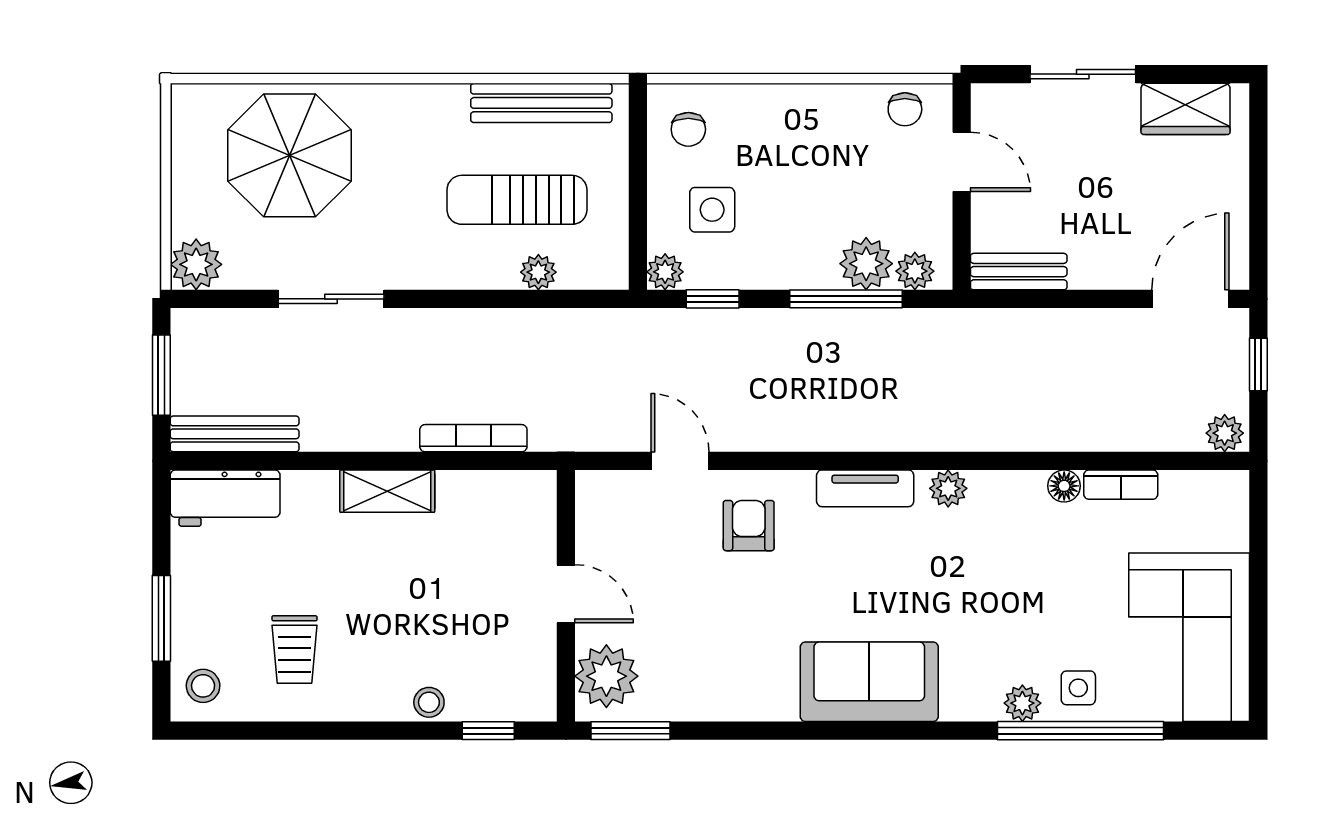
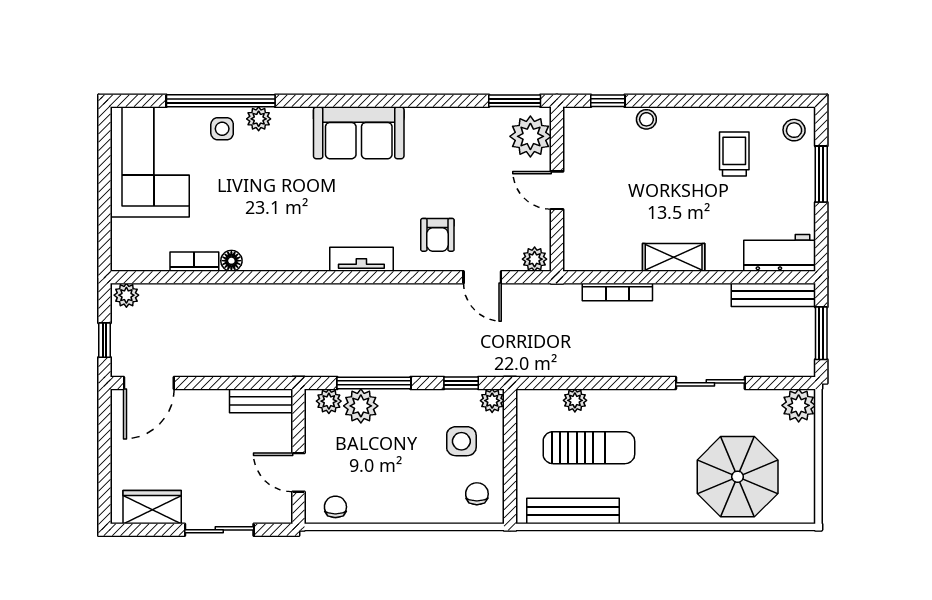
plant: (948, 488) -> (535, 259), moved

